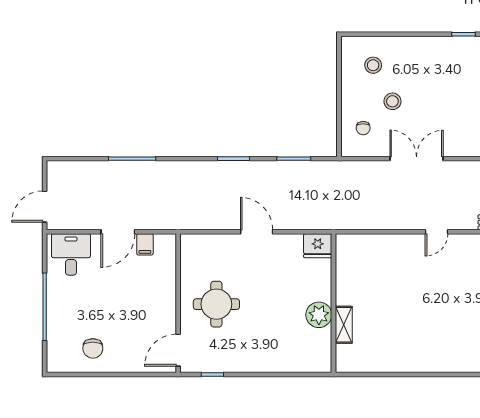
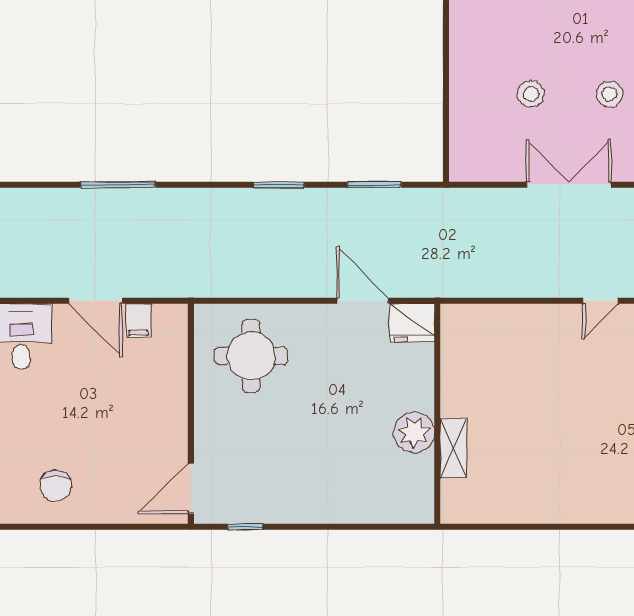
stool: (373, 65) -> (609, 94), moved
chair: (363, 128) -> (484, 136), removed
door: (118, 232) -> (95, 301), hinge flipped
door: (257, 232) -> (363, 301), moved
round table: (216, 304) -> (251, 356), moved

